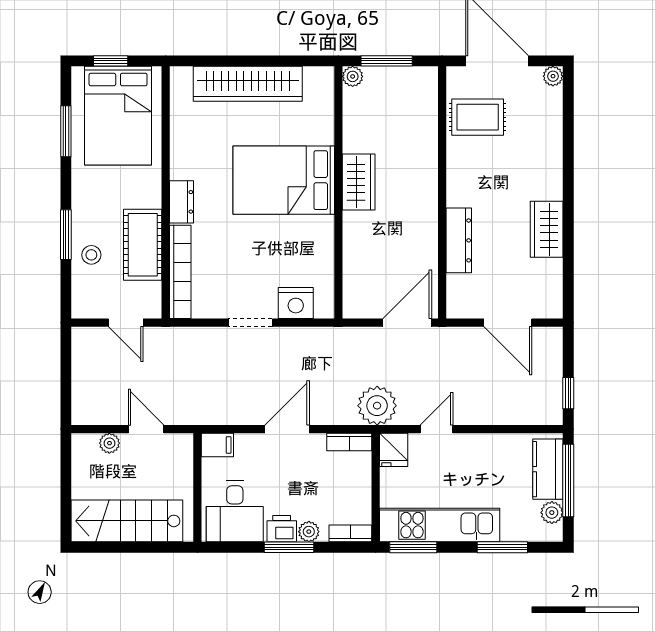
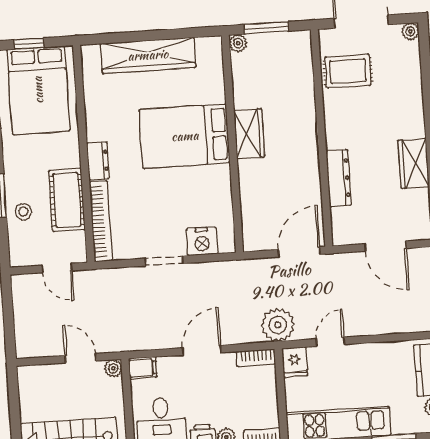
plant: (109, 443) -> (113, 368), moved

